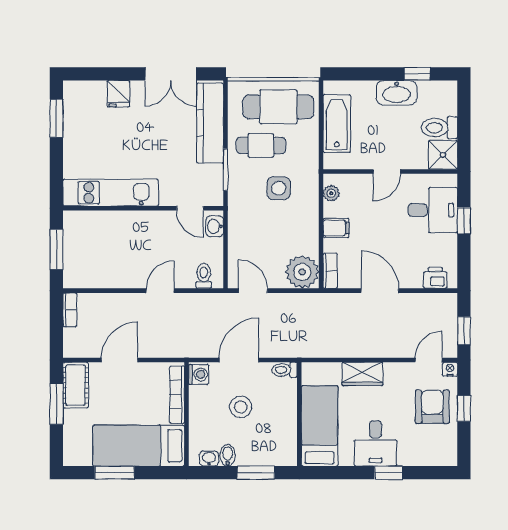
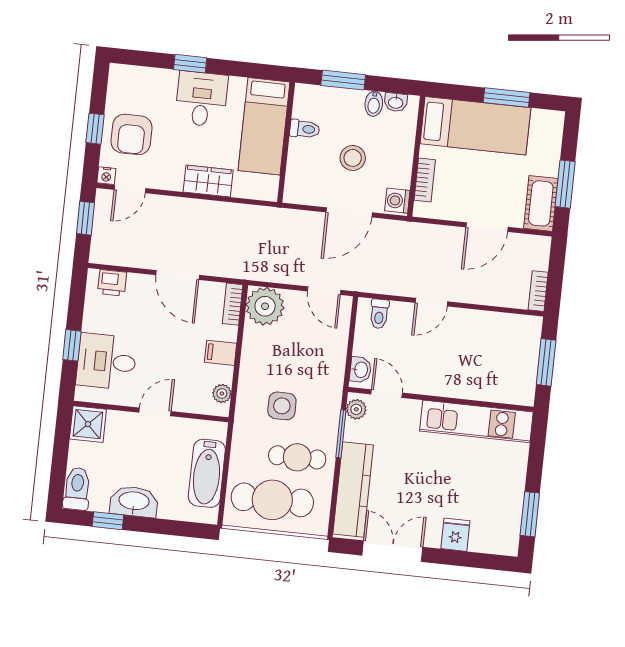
toilet: (439, 128) -> (77, 489), moved, turned -90
plant: (215, 192) -> (356, 409), added
toilet: (285, 370) -> (305, 129), moved
bookcase: (177, 395) -> (425, 180), width x0.64

